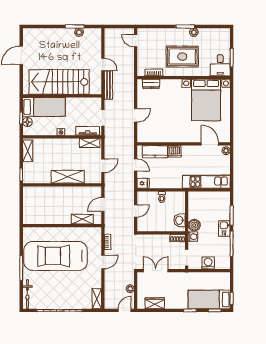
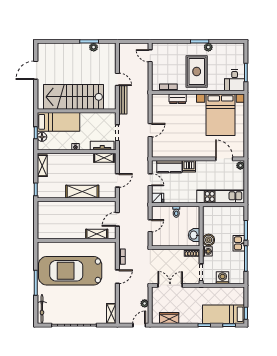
rug: (182, 57) -> (197, 71), turned 90
dresser: (151, 84) -> (178, 99), moved

